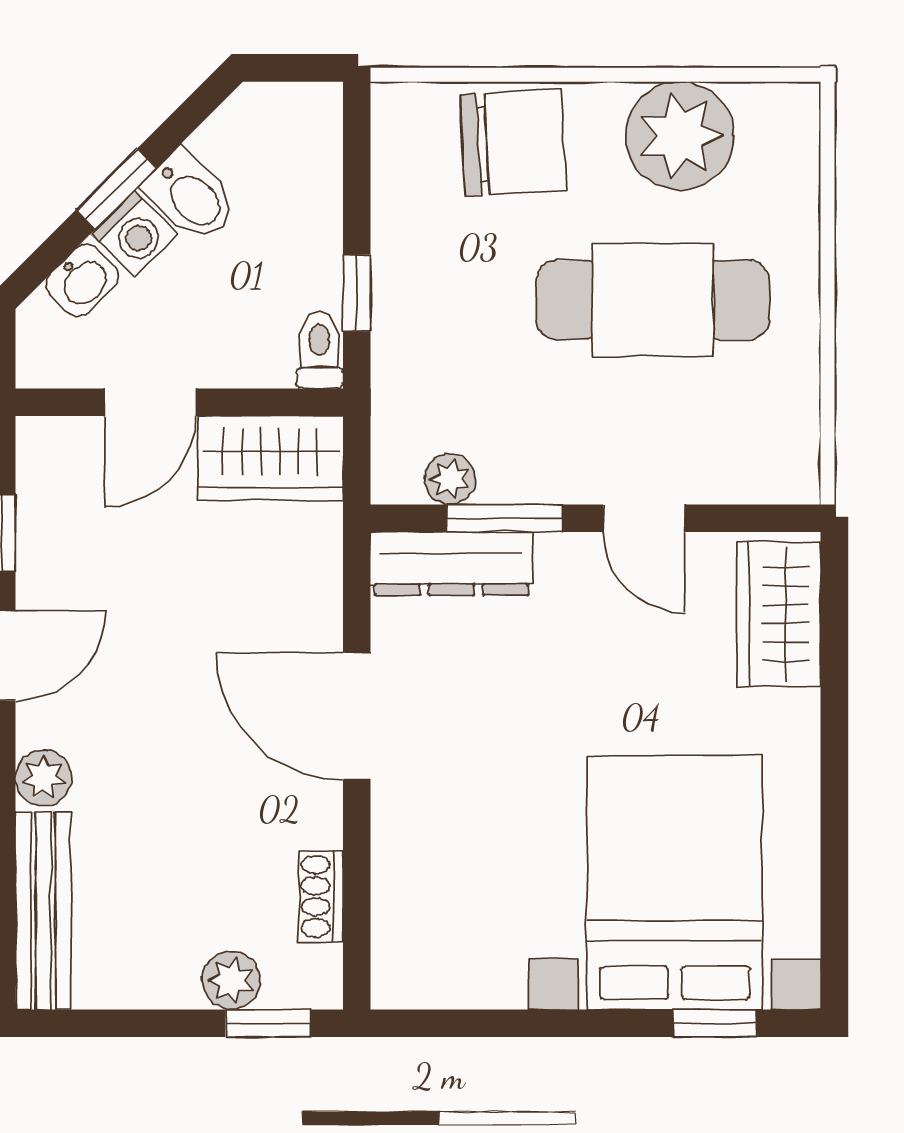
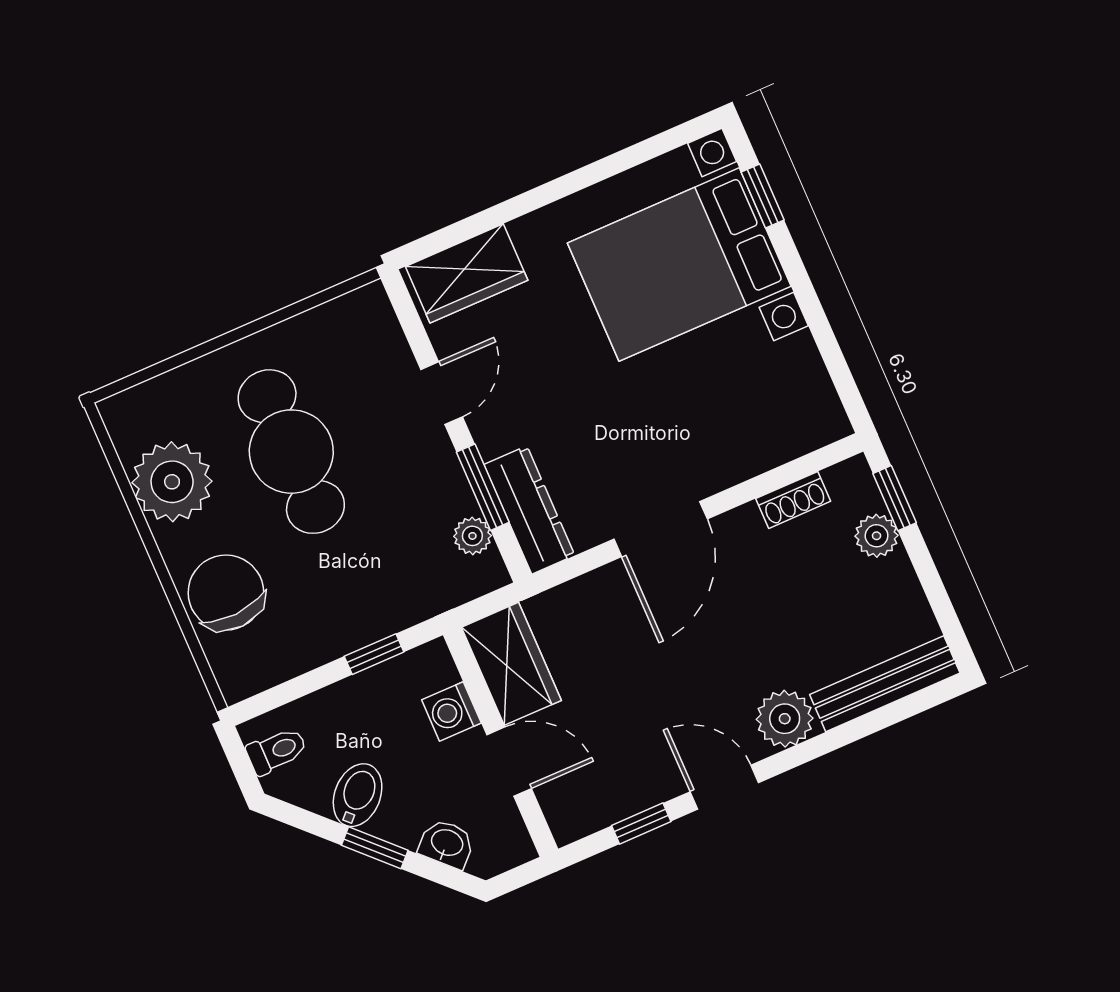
washing machine: (134, 234) -> (451, 711), moved, turned -135
toilet: (320, 350) -> (277, 751), moved, turned 180
plant: (44, 778) -> (785, 719), width x1.38, depth x1.38

